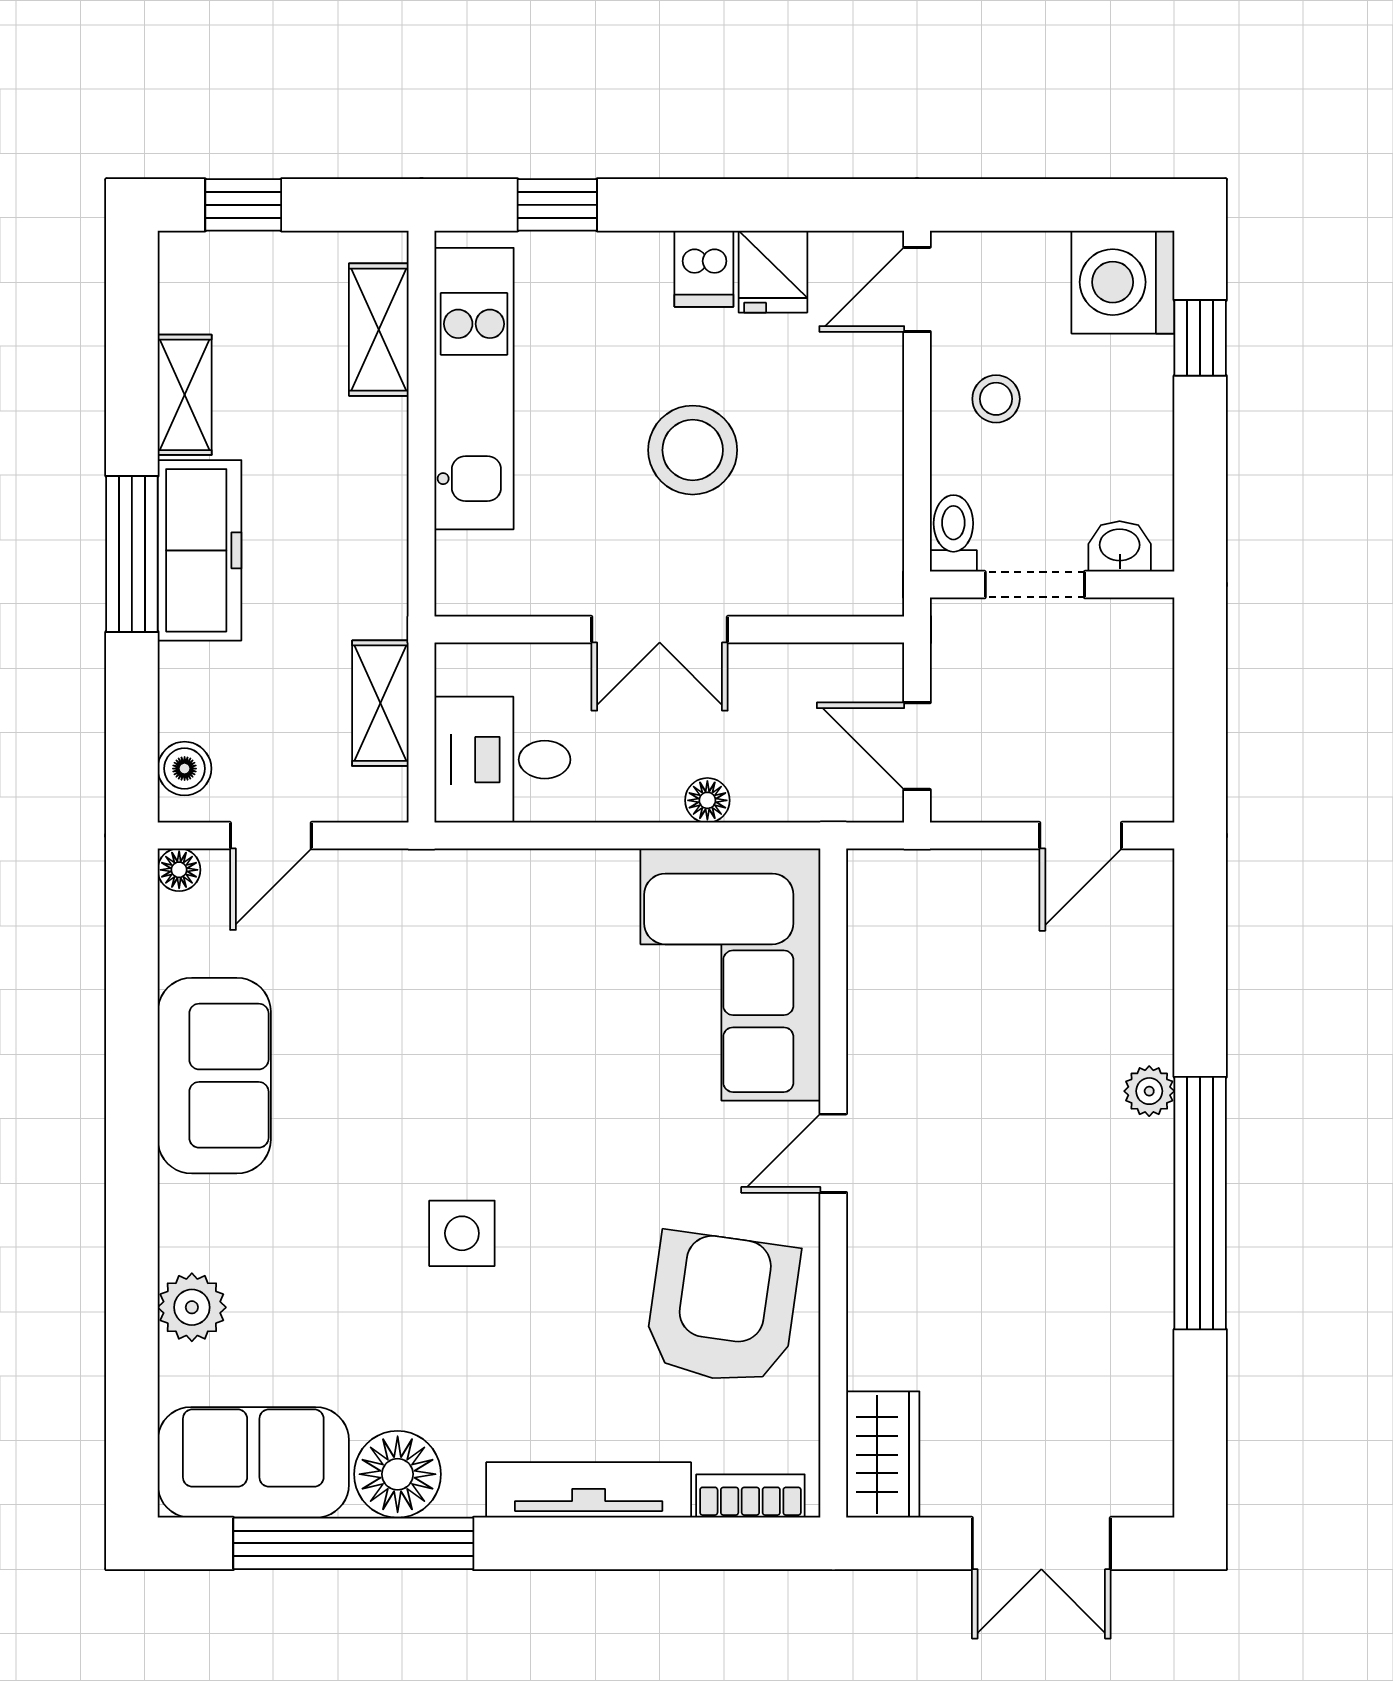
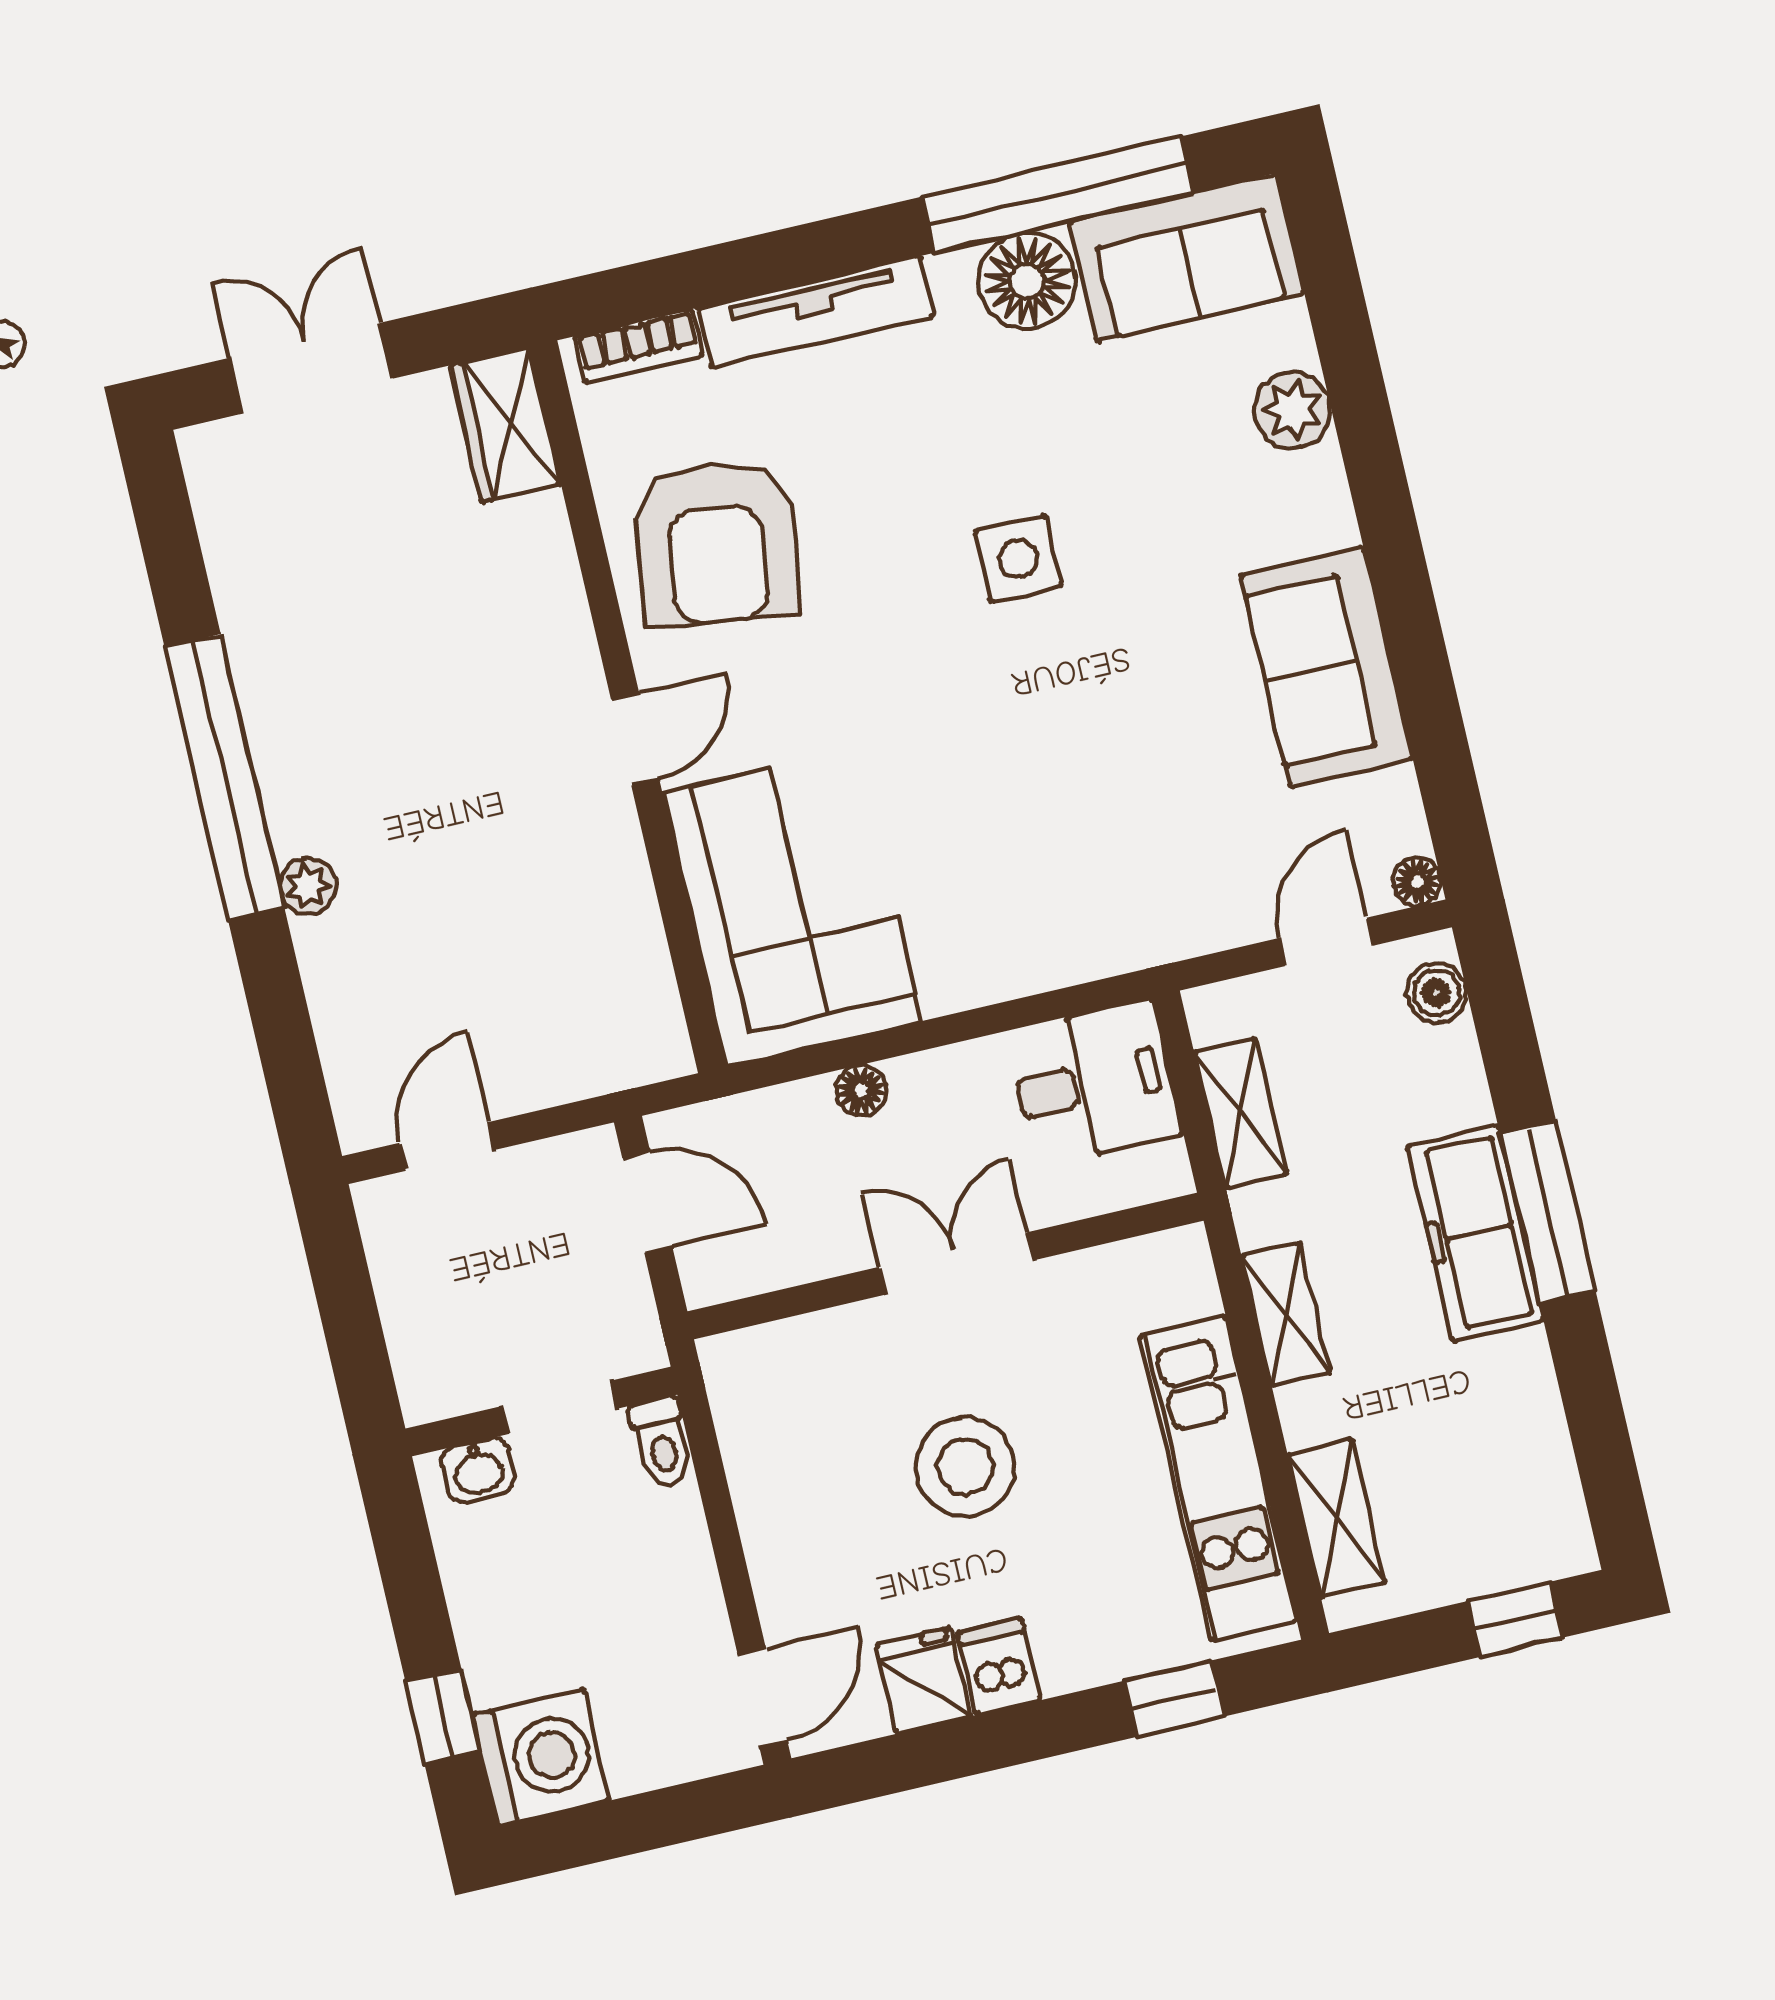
shelving: (185, 395) -> (1286, 1314), moved
stool: (996, 399) -> (649, 1599), removed

